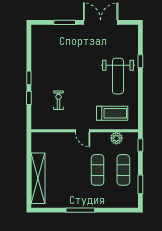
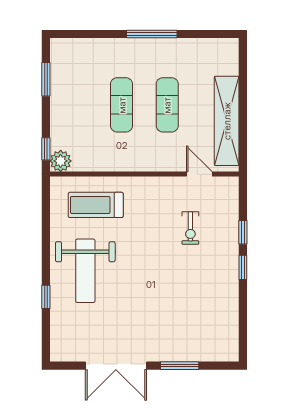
weight bench: (118, 76) -> (85, 271), turned 180
door: (83, 131) -> (199, 174), moved
plant: (116, 138) -> (61, 161), moved
exercise mat: (123, 170) -> (167, 105), moved
shelving: (38, 178) -> (227, 121), moved

